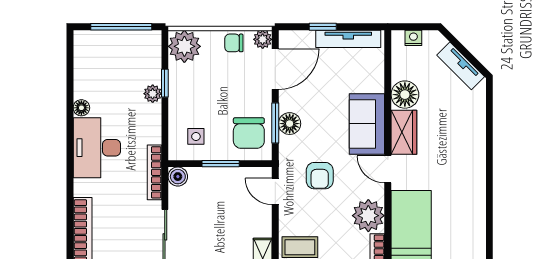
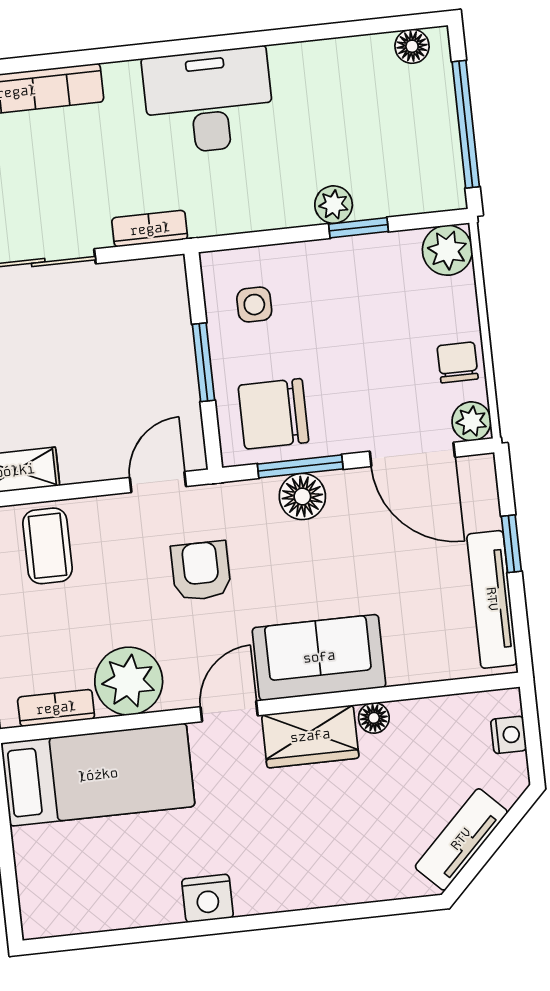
plant: (184, 46) -> (447, 250), width x0.73, depth x0.73
floor lamp: (405, 95) -> (374, 718), width x0.53, depth x0.53
floor lamp: (81, 108) -> (412, 46), moved
bookcase: (155, 172) -> (150, 229), width x0.64
armchair: (320, 176) -> (201, 571), turned 90
boiler: (178, 177) -> (167, 276), removed
nightstand: (476, 189) -> (208, 898), added

